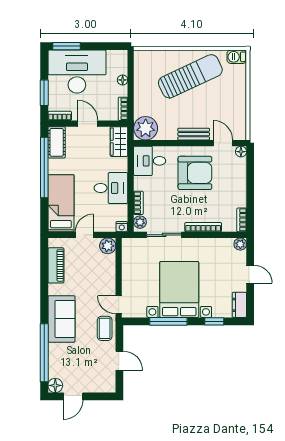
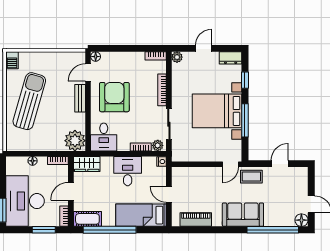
sun lounger: (190, 76) -> (29, 101), turned 41
plant: (108, 246) -> (179, 174), removed

